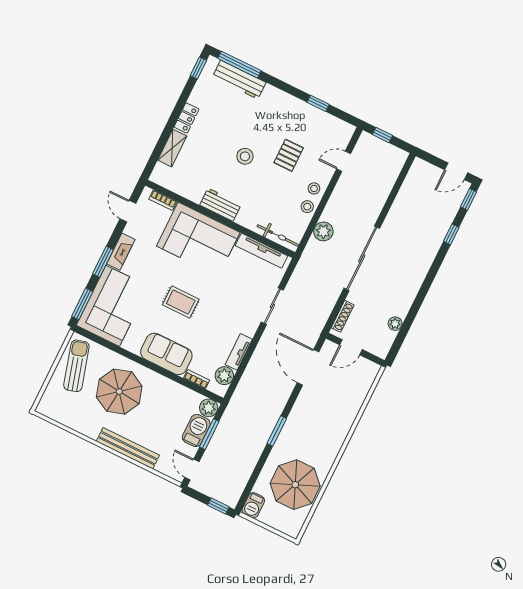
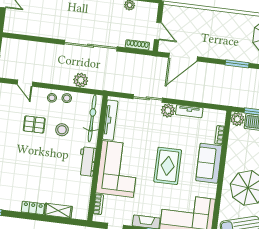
stool: (245, 156) -> (62, 130), moved
bicycle: (278, 236) -> (92, 118), width x1.37, depth x1.40
rug: (181, 302) -> (168, 166), width x1.36, depth x1.43
plant: (224, 376) -> (168, 111), moved

